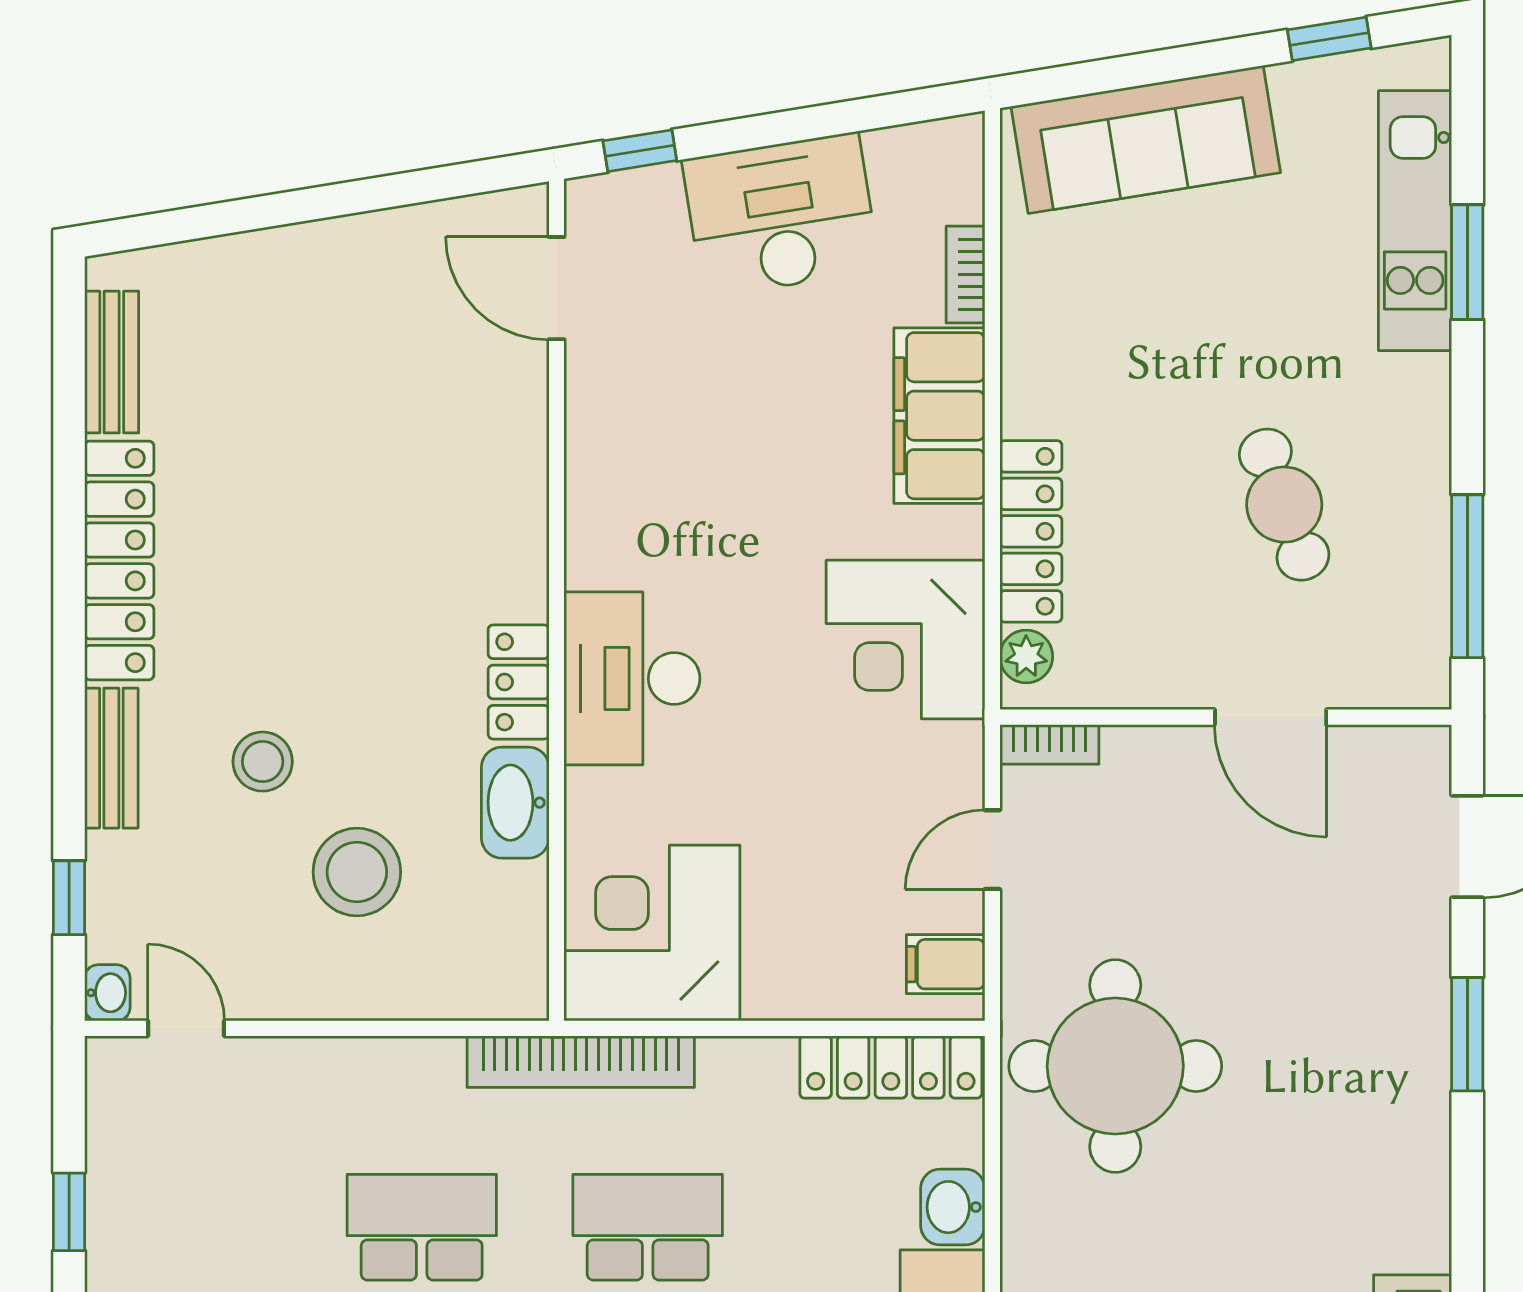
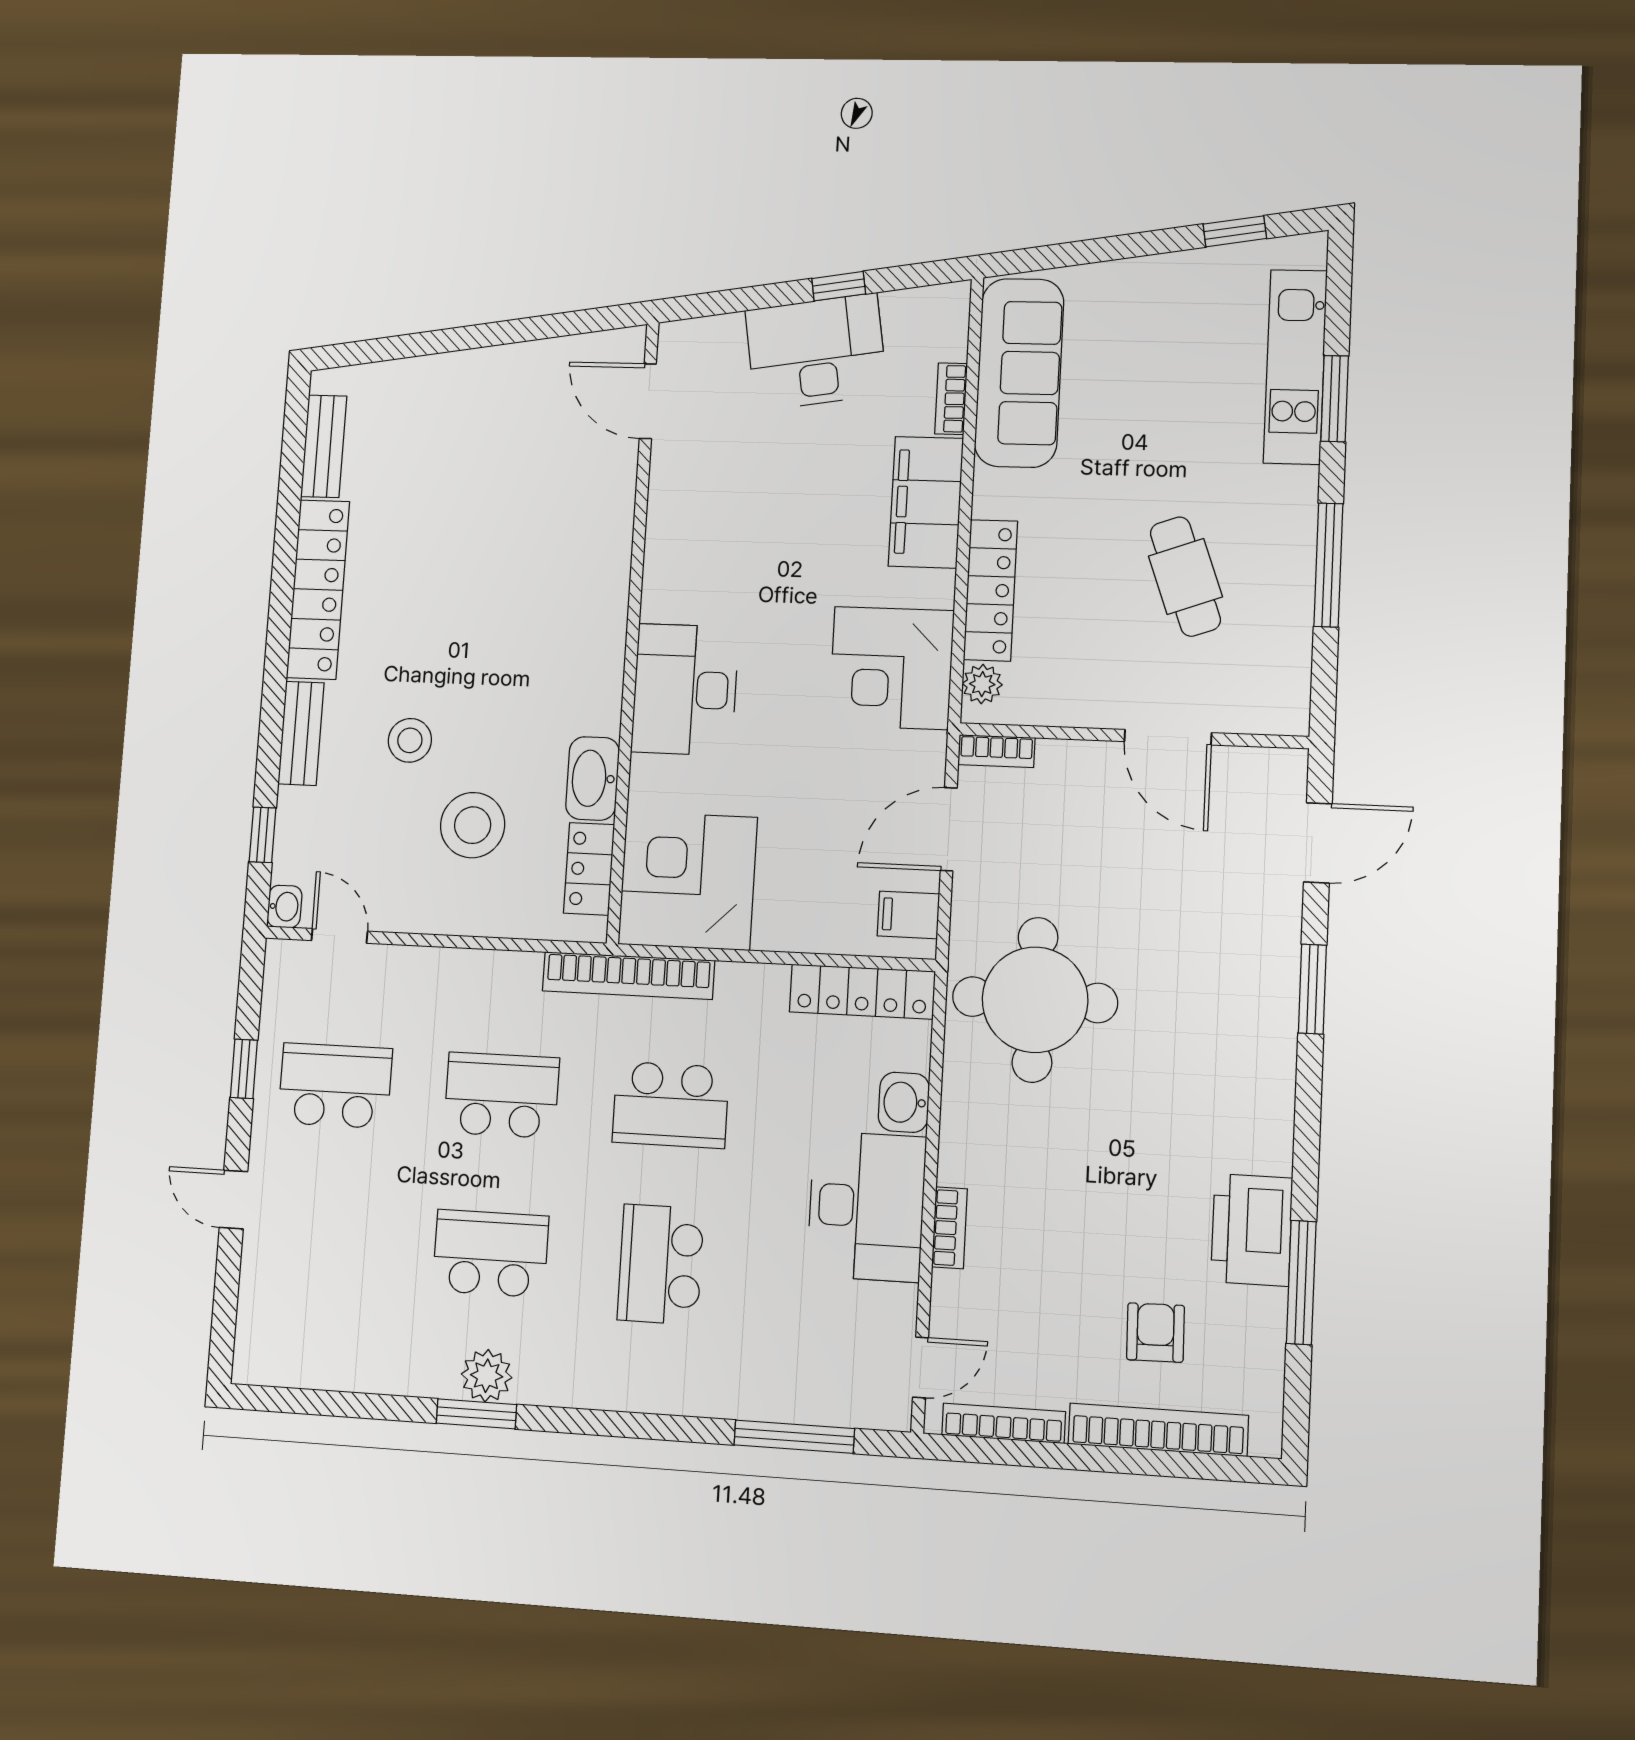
sofa: (1146, 140) -> (1019, 373), moved, turned -81
window: (640, 151) -> (839, 286), moved
window: (1467, 576) -> (1328, 565), moved
locker: (519, 682) -> (589, 869), moved
door: (992, 850) -> (949, 829), width x1.38
school desk: (196, 1227) -> (335, 1086), added
school desk: (648, 1227) -> (671, 1105), turned 180

